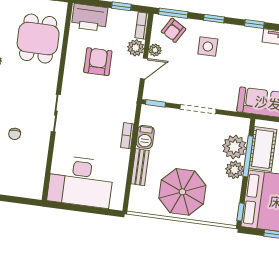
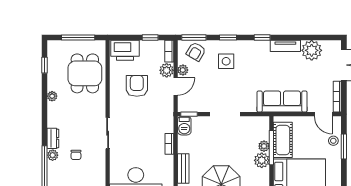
barbecue: (145, 137) -> (184, 126), moved
plant: (234, 147) -> (264, 146), width x0.53, depth x0.53

